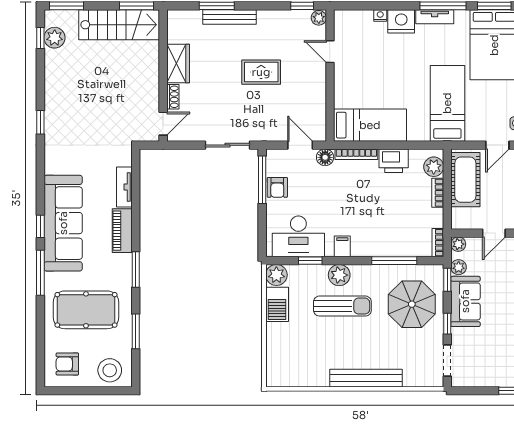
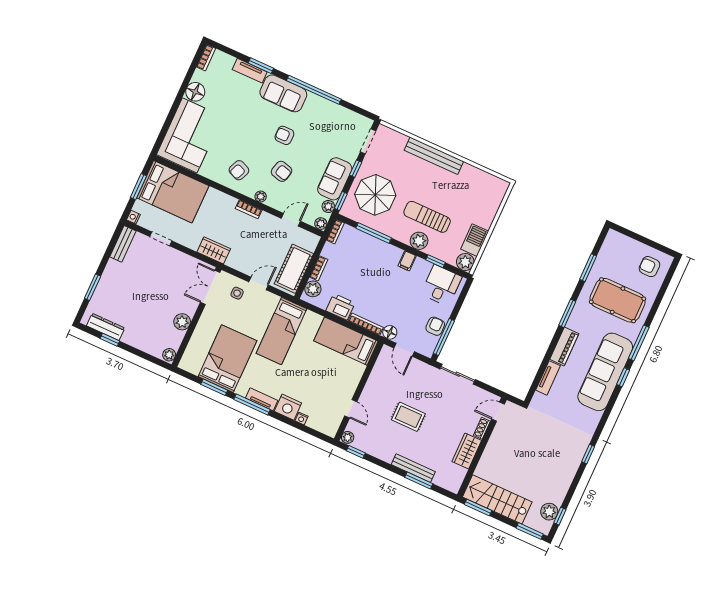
desk: (298, 236) -> (441, 285), width x0.73
armchair: (67, 364) -> (649, 267), turned 180
stool: (110, 370) -> (620, 248), removed

